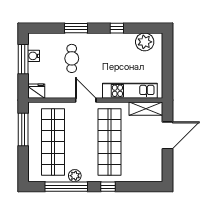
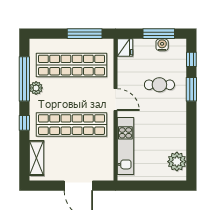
window: (117, 28) -> (191, 59), moved
door: (86, 100) -> (115, 100), hinge flipped
shelving: (146, 109) -> (37, 158), moved

